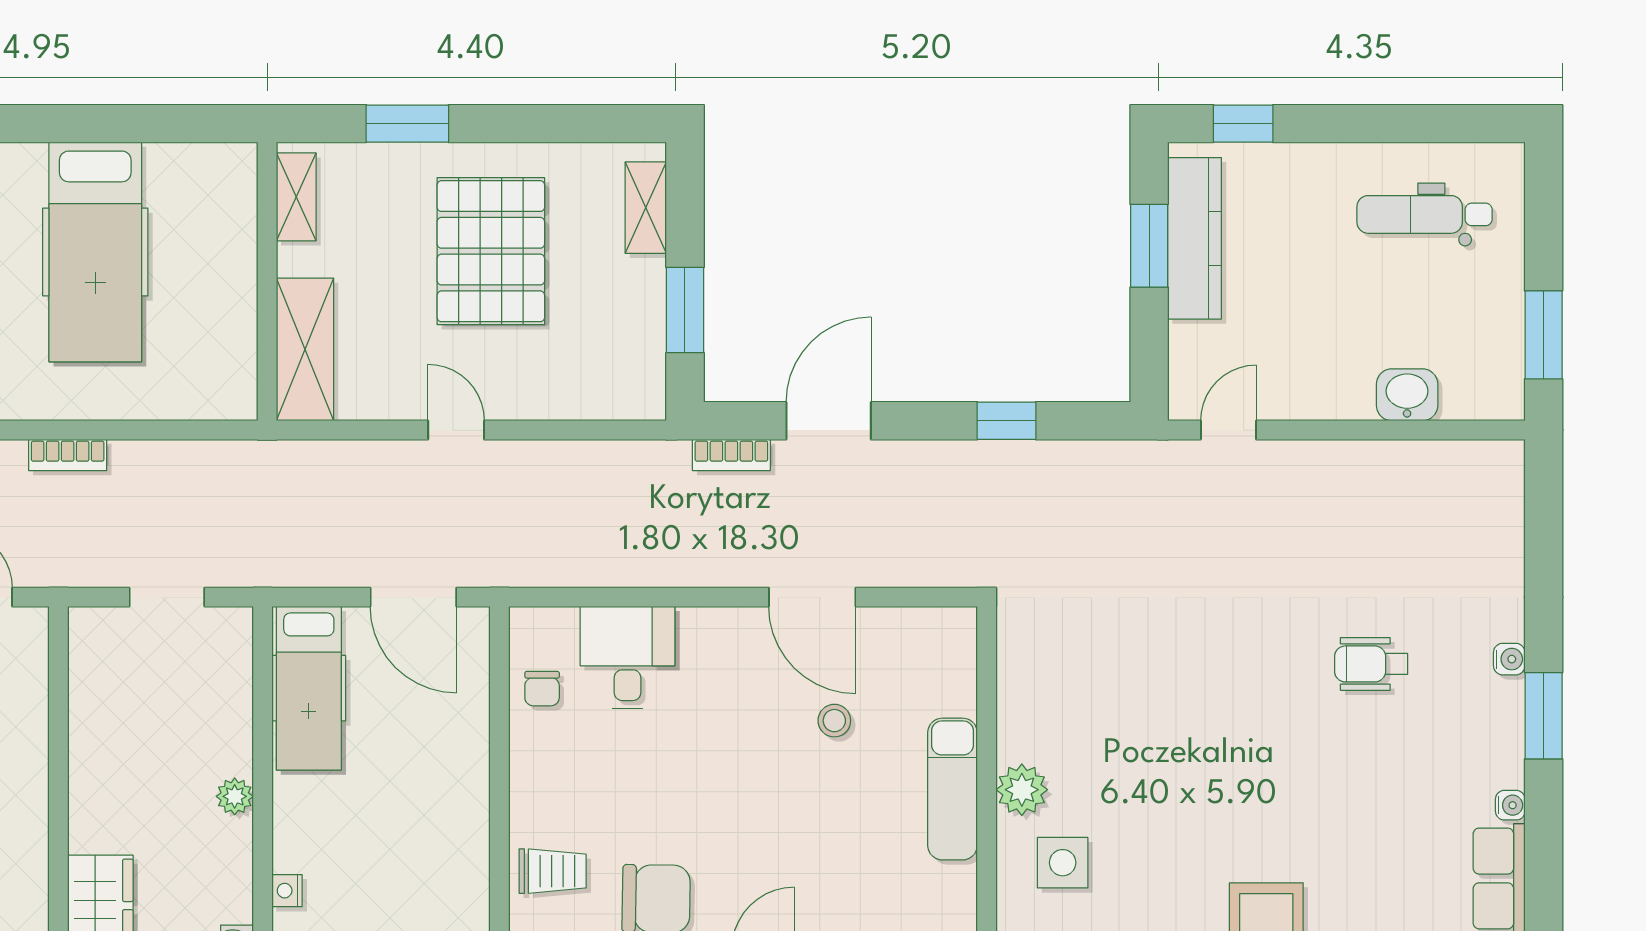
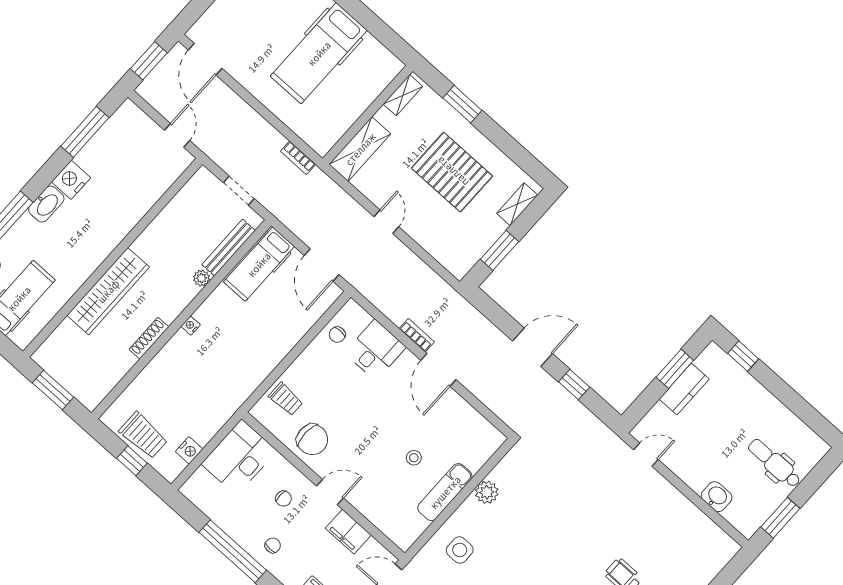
dental chair: (1425, 214) -> (774, 463), moved
kitchen counter: (1195, 238) -> (684, 389), width x0.67
pallet: (491, 251) -> (452, 172), turned 90
door: (829, 421) -> (533, 347), moved
bookcase: (68, 455) -> (298, 158), moved
bookcase: (731, 455) -> (417, 335), moved, turned 180
door: (812, 597) -> (438, 370), moved
bench: (234, 706) -> (229, 248), added
stool: (834, 721) -> (414, 458), moved
plant: (1022, 790) -> (487, 492), moved

